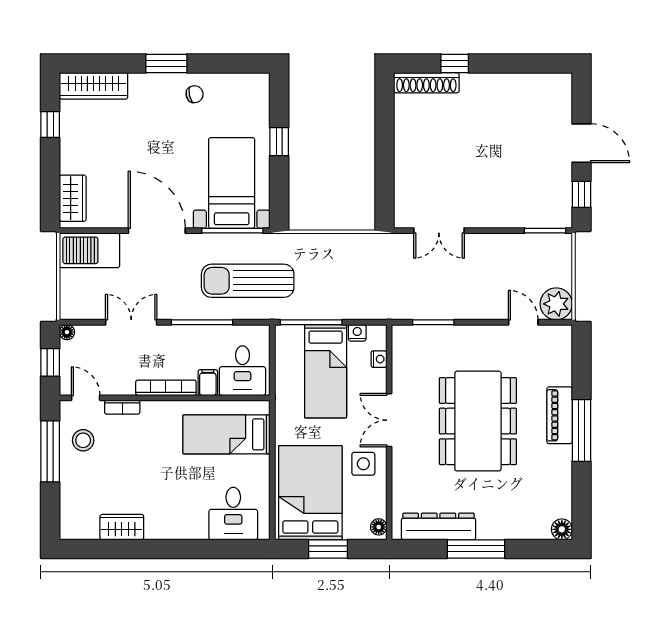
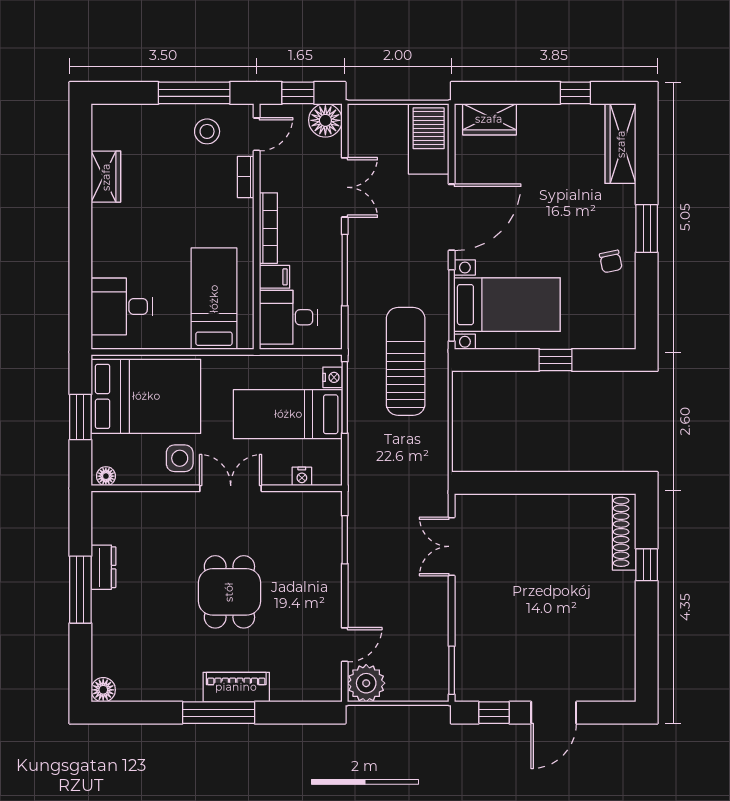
sun lounger: (248, 281) -> (406, 361), moved
floor lamp: (67, 332) -> (325, 120), width x1.89, depth x1.89
nightstand: (357, 333) -> (332, 377), moved
dining table: (478, 421) -> (229, 592), width x0.53, depth x0.80
dresser: (439, 527) -> (103, 567), width x0.51, depth x0.80

